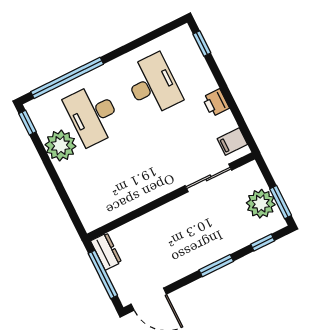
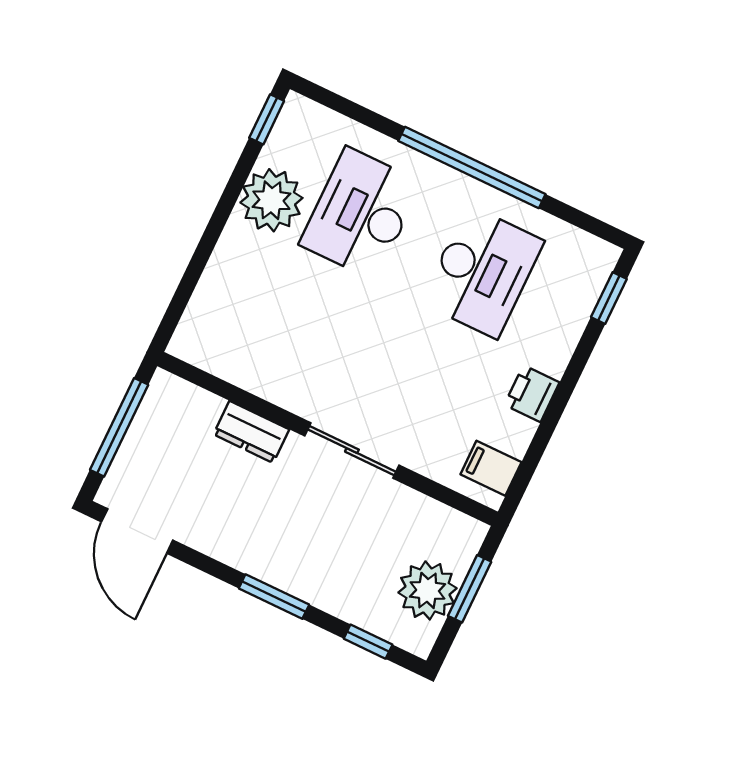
window: (67, 78) -> (472, 168), moved
sliding door: (208, 178) -> (352, 451), moved
window: (281, 202) -> (470, 589), moved
dresser: (106, 251) -> (251, 432), moved, turned 90

